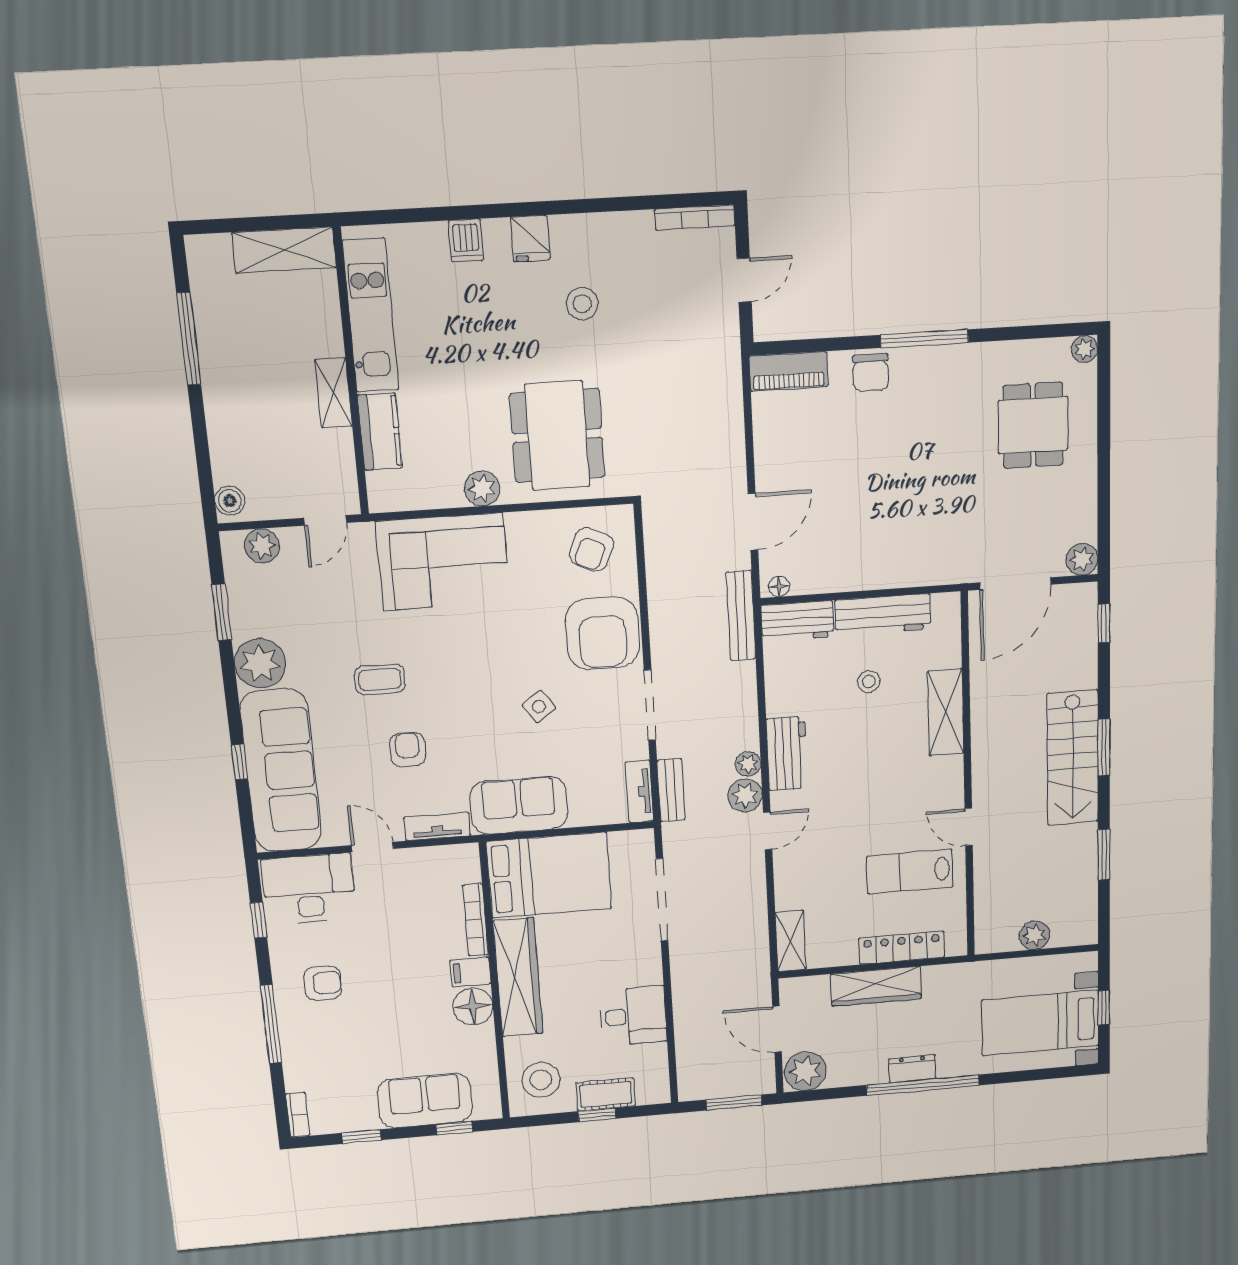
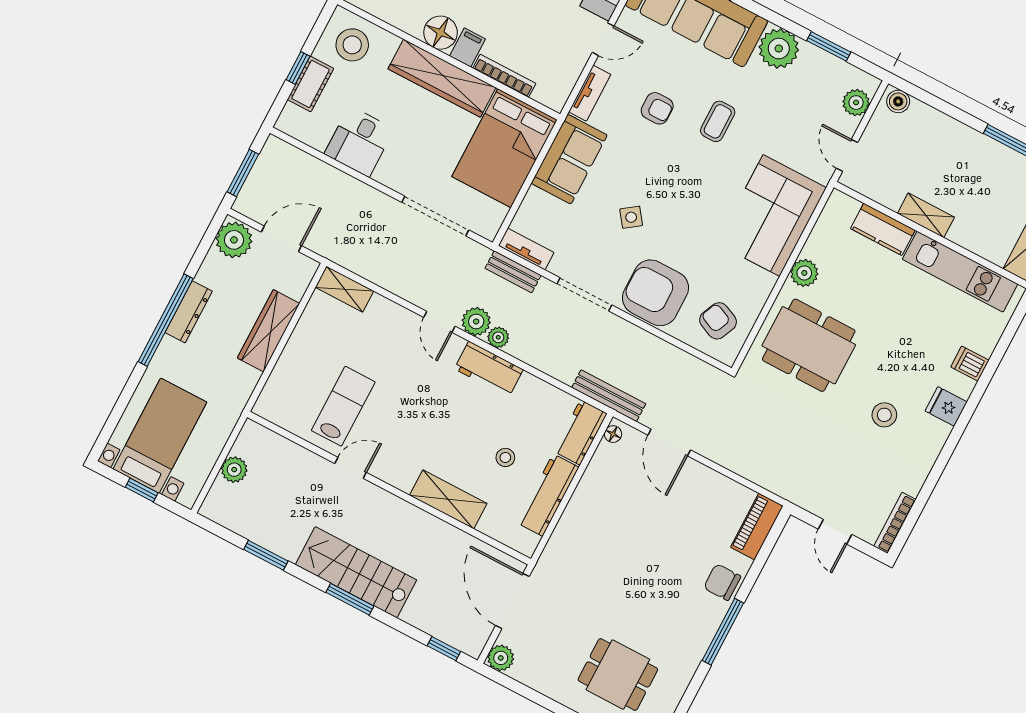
locker: (902, 948) -> (287, 367), removed
dresser: (912, 1069) -> (189, 312), width x1.44

